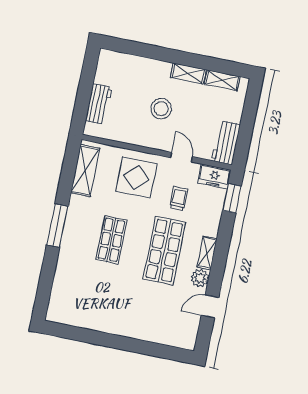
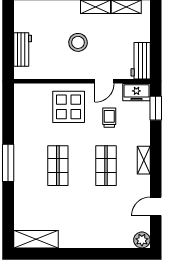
door: (181, 157) -> (104, 81), swing flipped
shelving: (85, 171) -> (36, 239), moved, turned 90
shop shelf: (164, 251) -> (106, 166), width x0.70, depth x0.74
plant: (200, 278) -> (142, 240), moved

